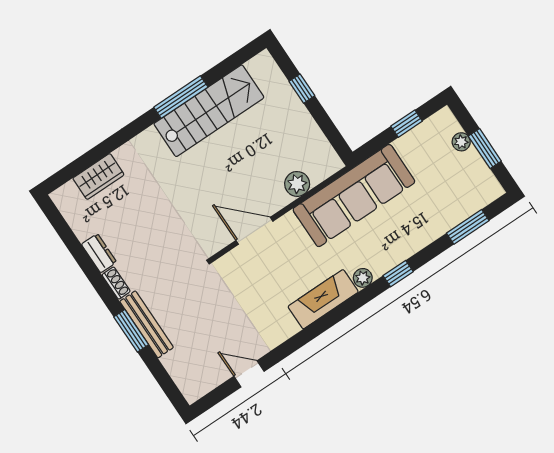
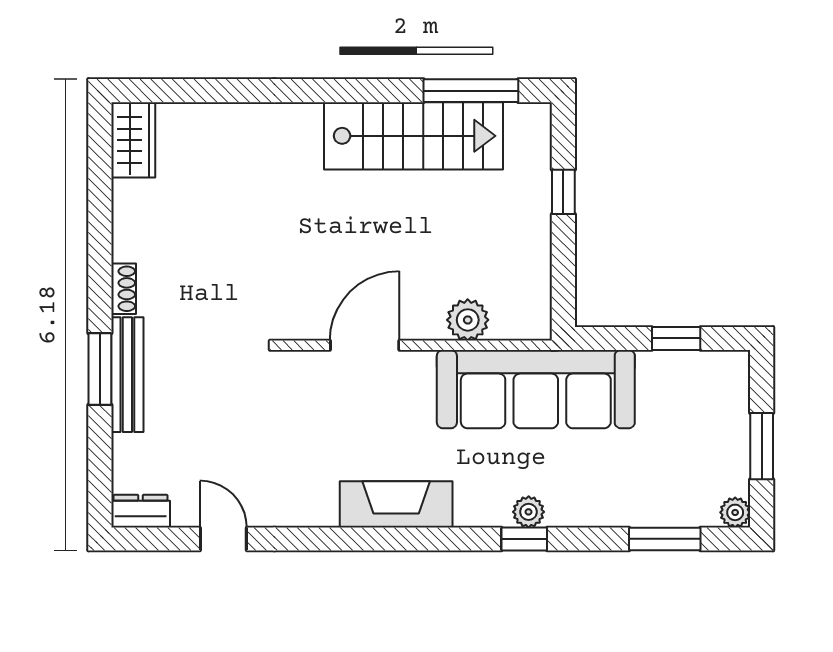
window: (181, 97) -> (471, 91), moved
plant: (461, 142) -> (735, 512), moved
wardrobe: (98, 176) -> (133, 140), moved, turned -90
door: (254, 231) -> (365, 345), hinge flipped
dresser: (99, 253) -> (141, 511), moved, turned -90
plant: (363, 278) -> (529, 512), moved

